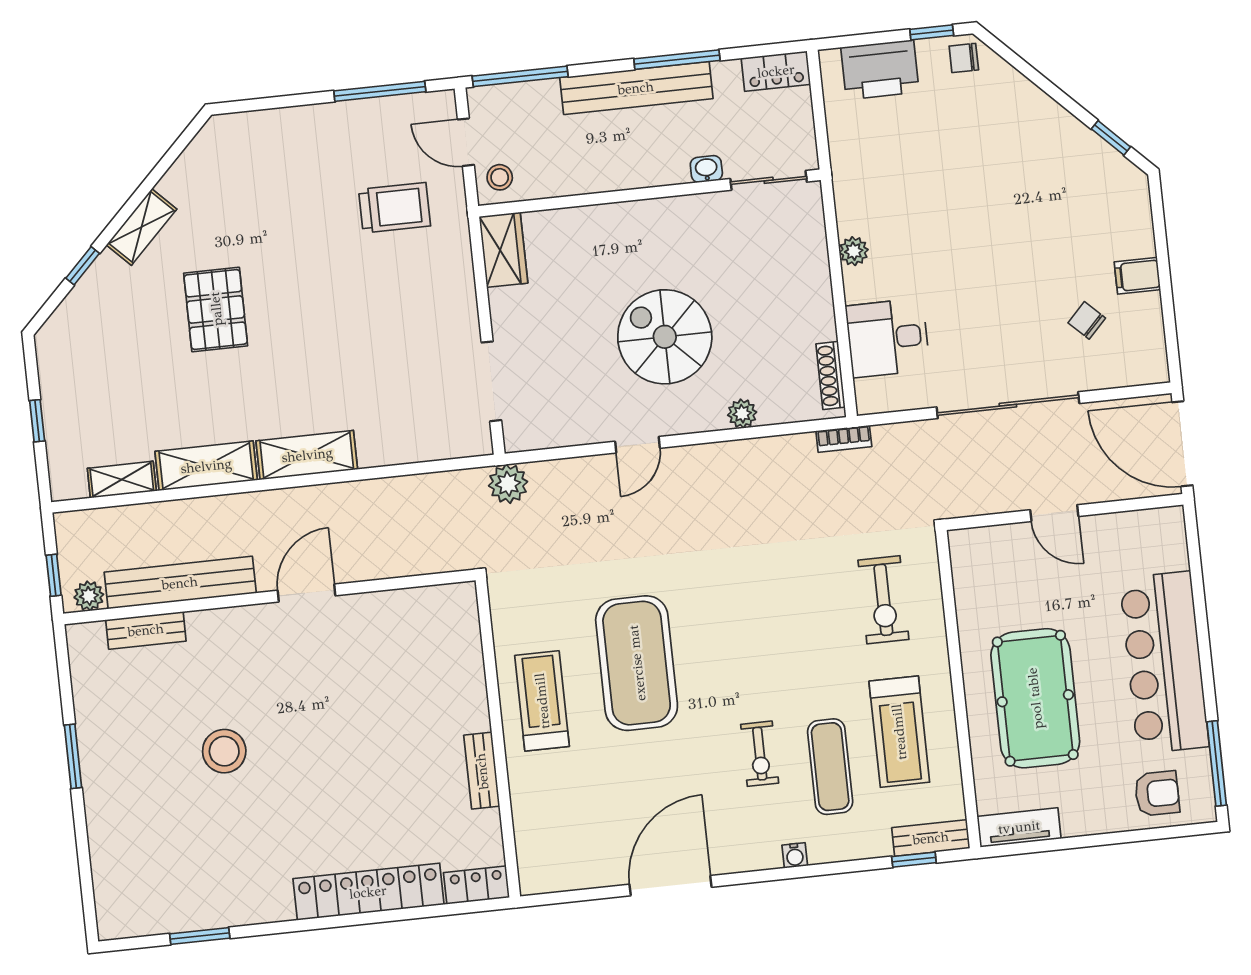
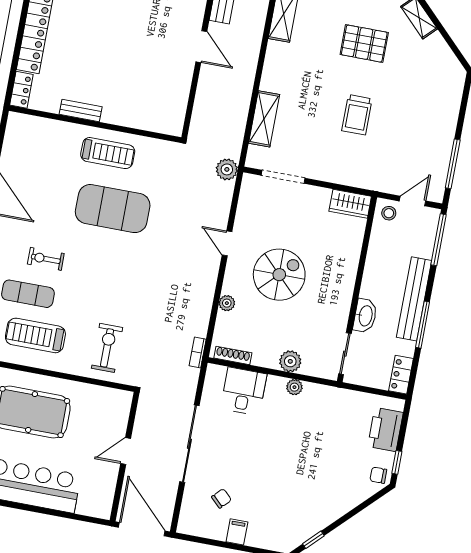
chair: (964, 58) -> (378, 475), turned -90
washbasin: (706, 169) -> (365, 316), width x1.91, depth x1.45
trolley: (395, 208) -> (357, 115), moved
plant: (811, 272) -> (290, 361), added
door: (1182, 444) -> (142, 529), hinge flipped
shelving: (307, 455) -> (264, 119), moved
exercise bike: (883, 600) -> (107, 348), turned 90

